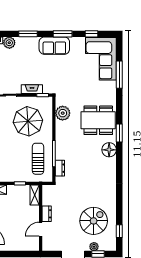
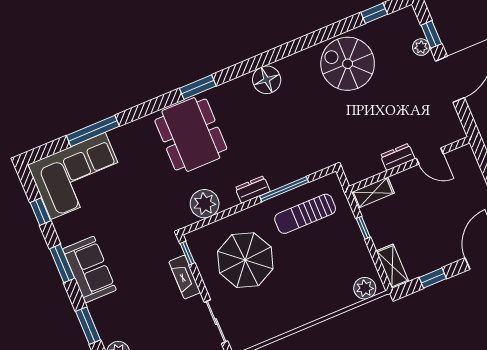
floor lamp: (109, 150) -> (267, 80), moved
dresser: (60, 168) -> (253, 190), moved
spiral stairs: (94, 221) -> (348, 64), moved

